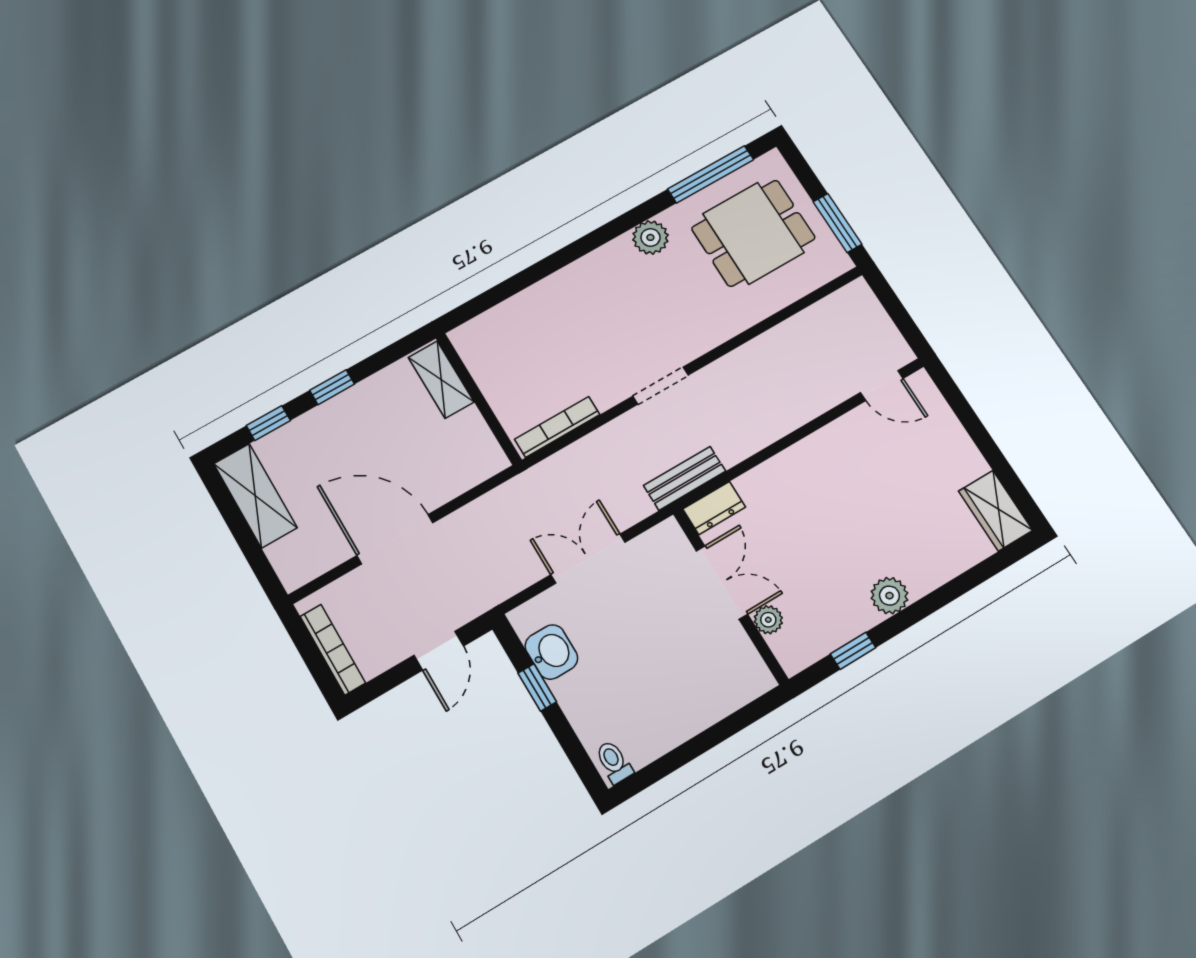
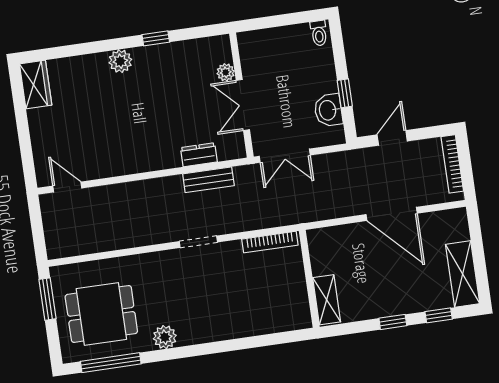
double door: (722, 582) -> (243, 105), moved
wall: (730, 596) -> (241, 95), moved
plant: (768, 620) -> (226, 72), moved

